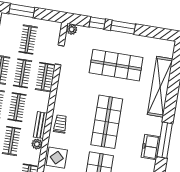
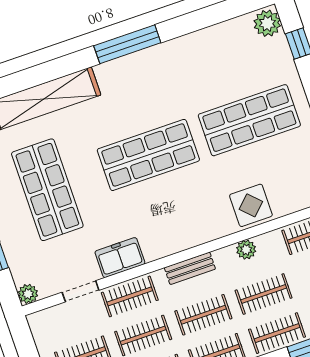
trolley: (60, 124) -> (193, 229), removed
bench: (40, 125) -> (190, 268), moved
freezer: (151, 147) -> (120, 258), moved, turned 180

